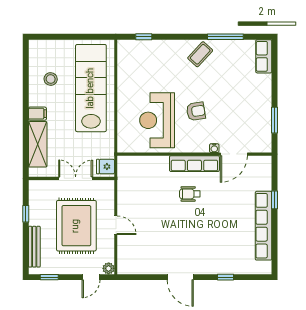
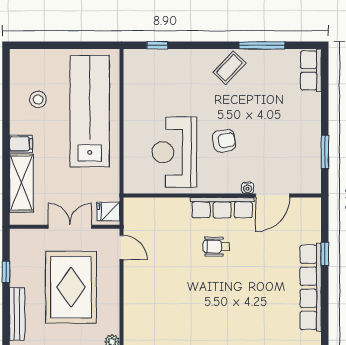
door: (116, 225) -> (121, 247), moved

